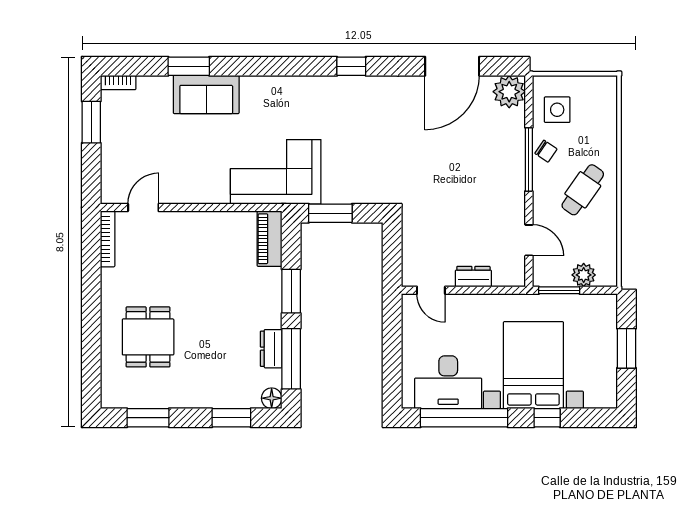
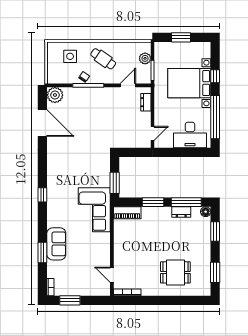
window: (351, 66) -> (42, 195), moved
side table: (557, 110) -> (70, 56), moved
dresser: (473, 277) -> (146, 102), moved
desk: (448, 382) -> (190, 135), moved, turned 90

